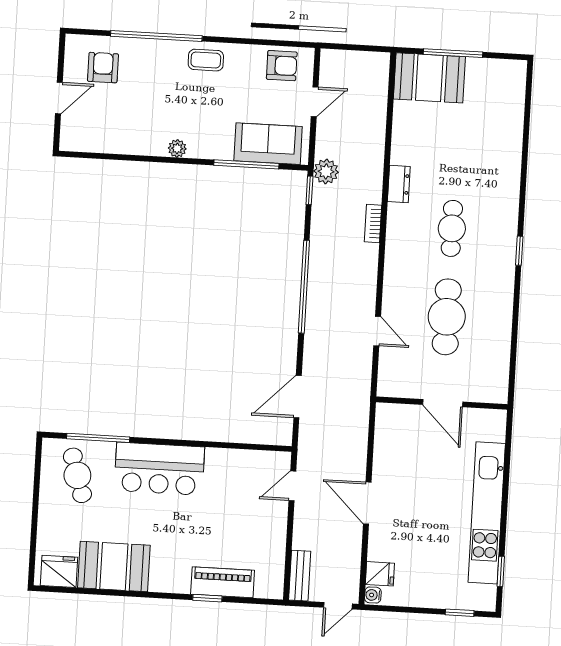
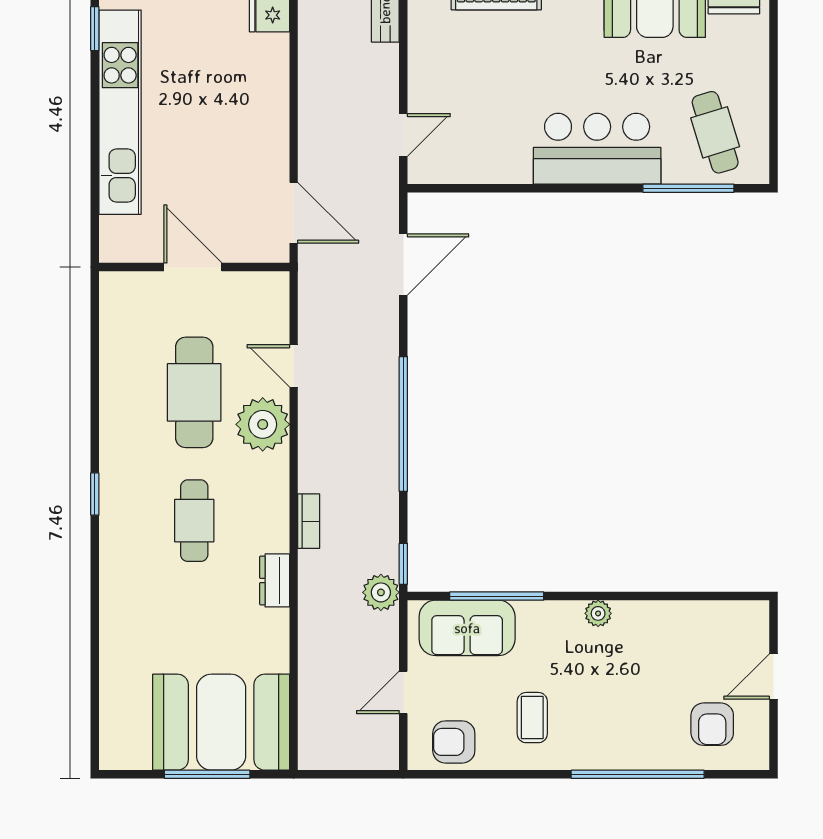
coffee table: (206, 60) -> (532, 718), moved, turned 90
booth: (429, 78) -> (221, 722), width x1.36, depth x1.42
plant: (401, 292) -> (263, 424), added
door: (367, 503) -> (294, 213), moved

